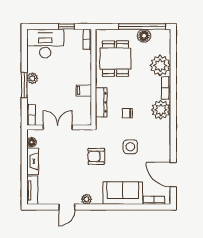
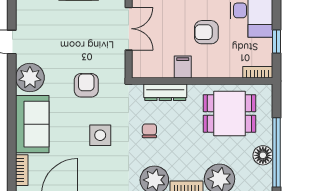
armchair: (60, 74) -> (206, 32), added
plant: (86, 199) -> (30, 78), width x1.88, depth x1.88

